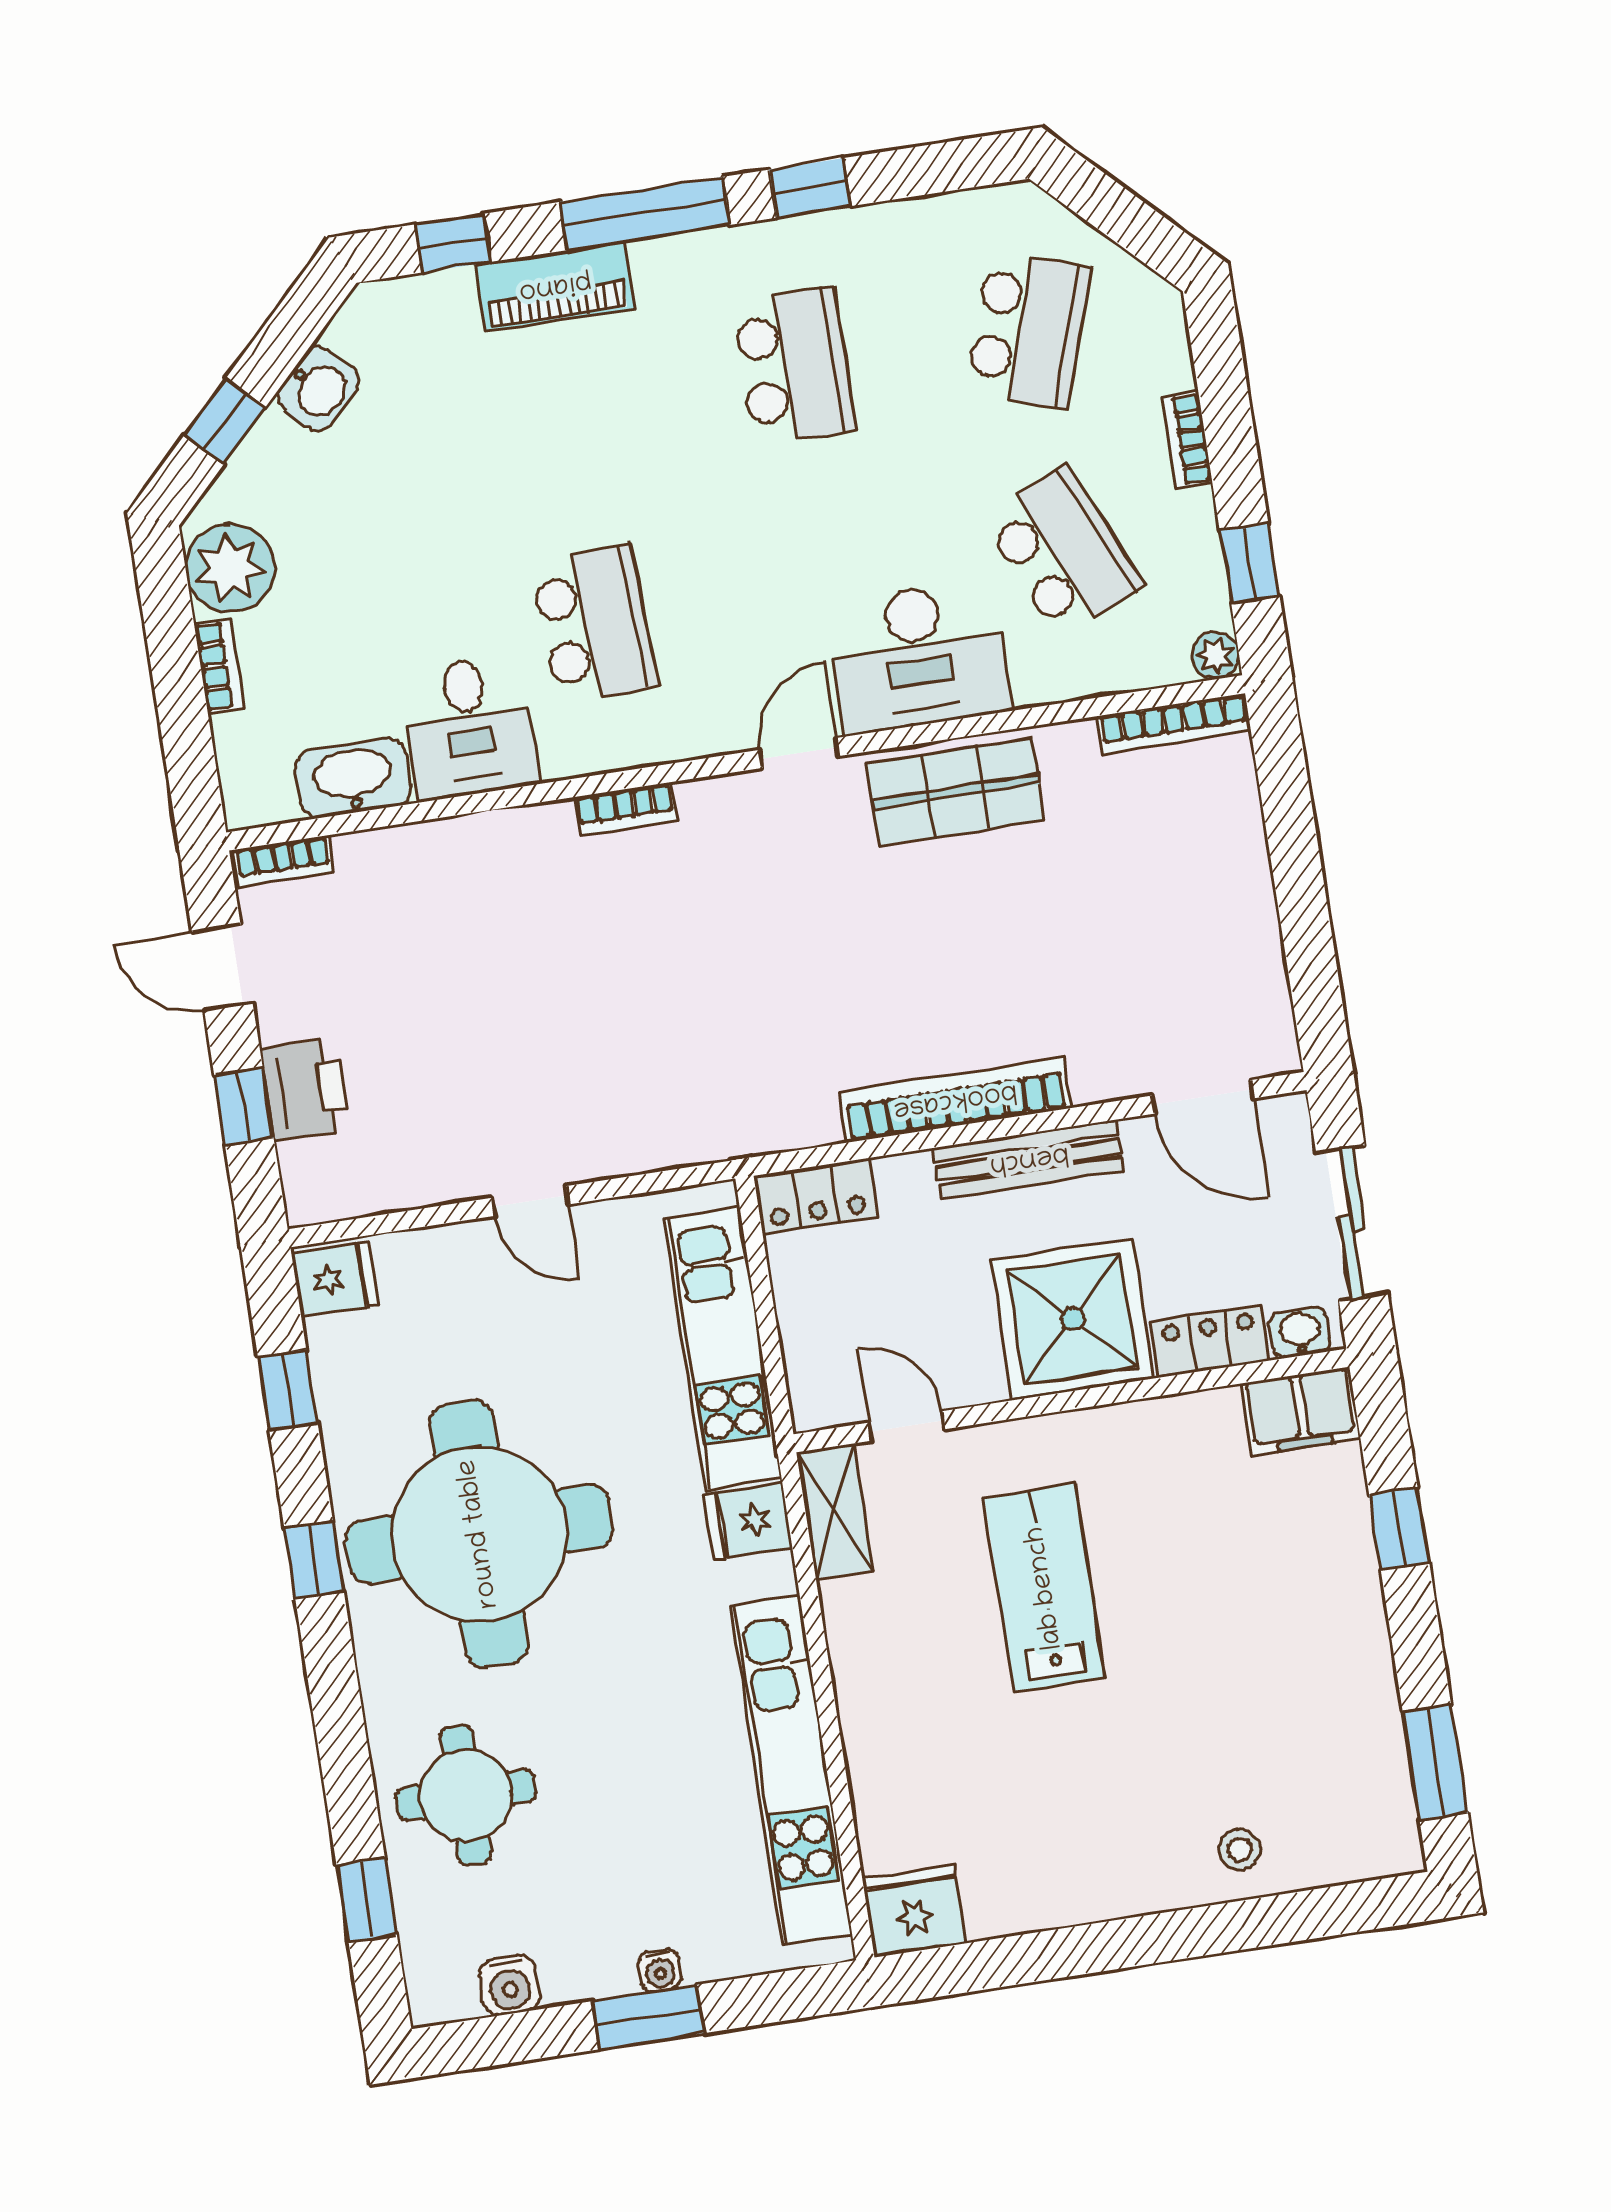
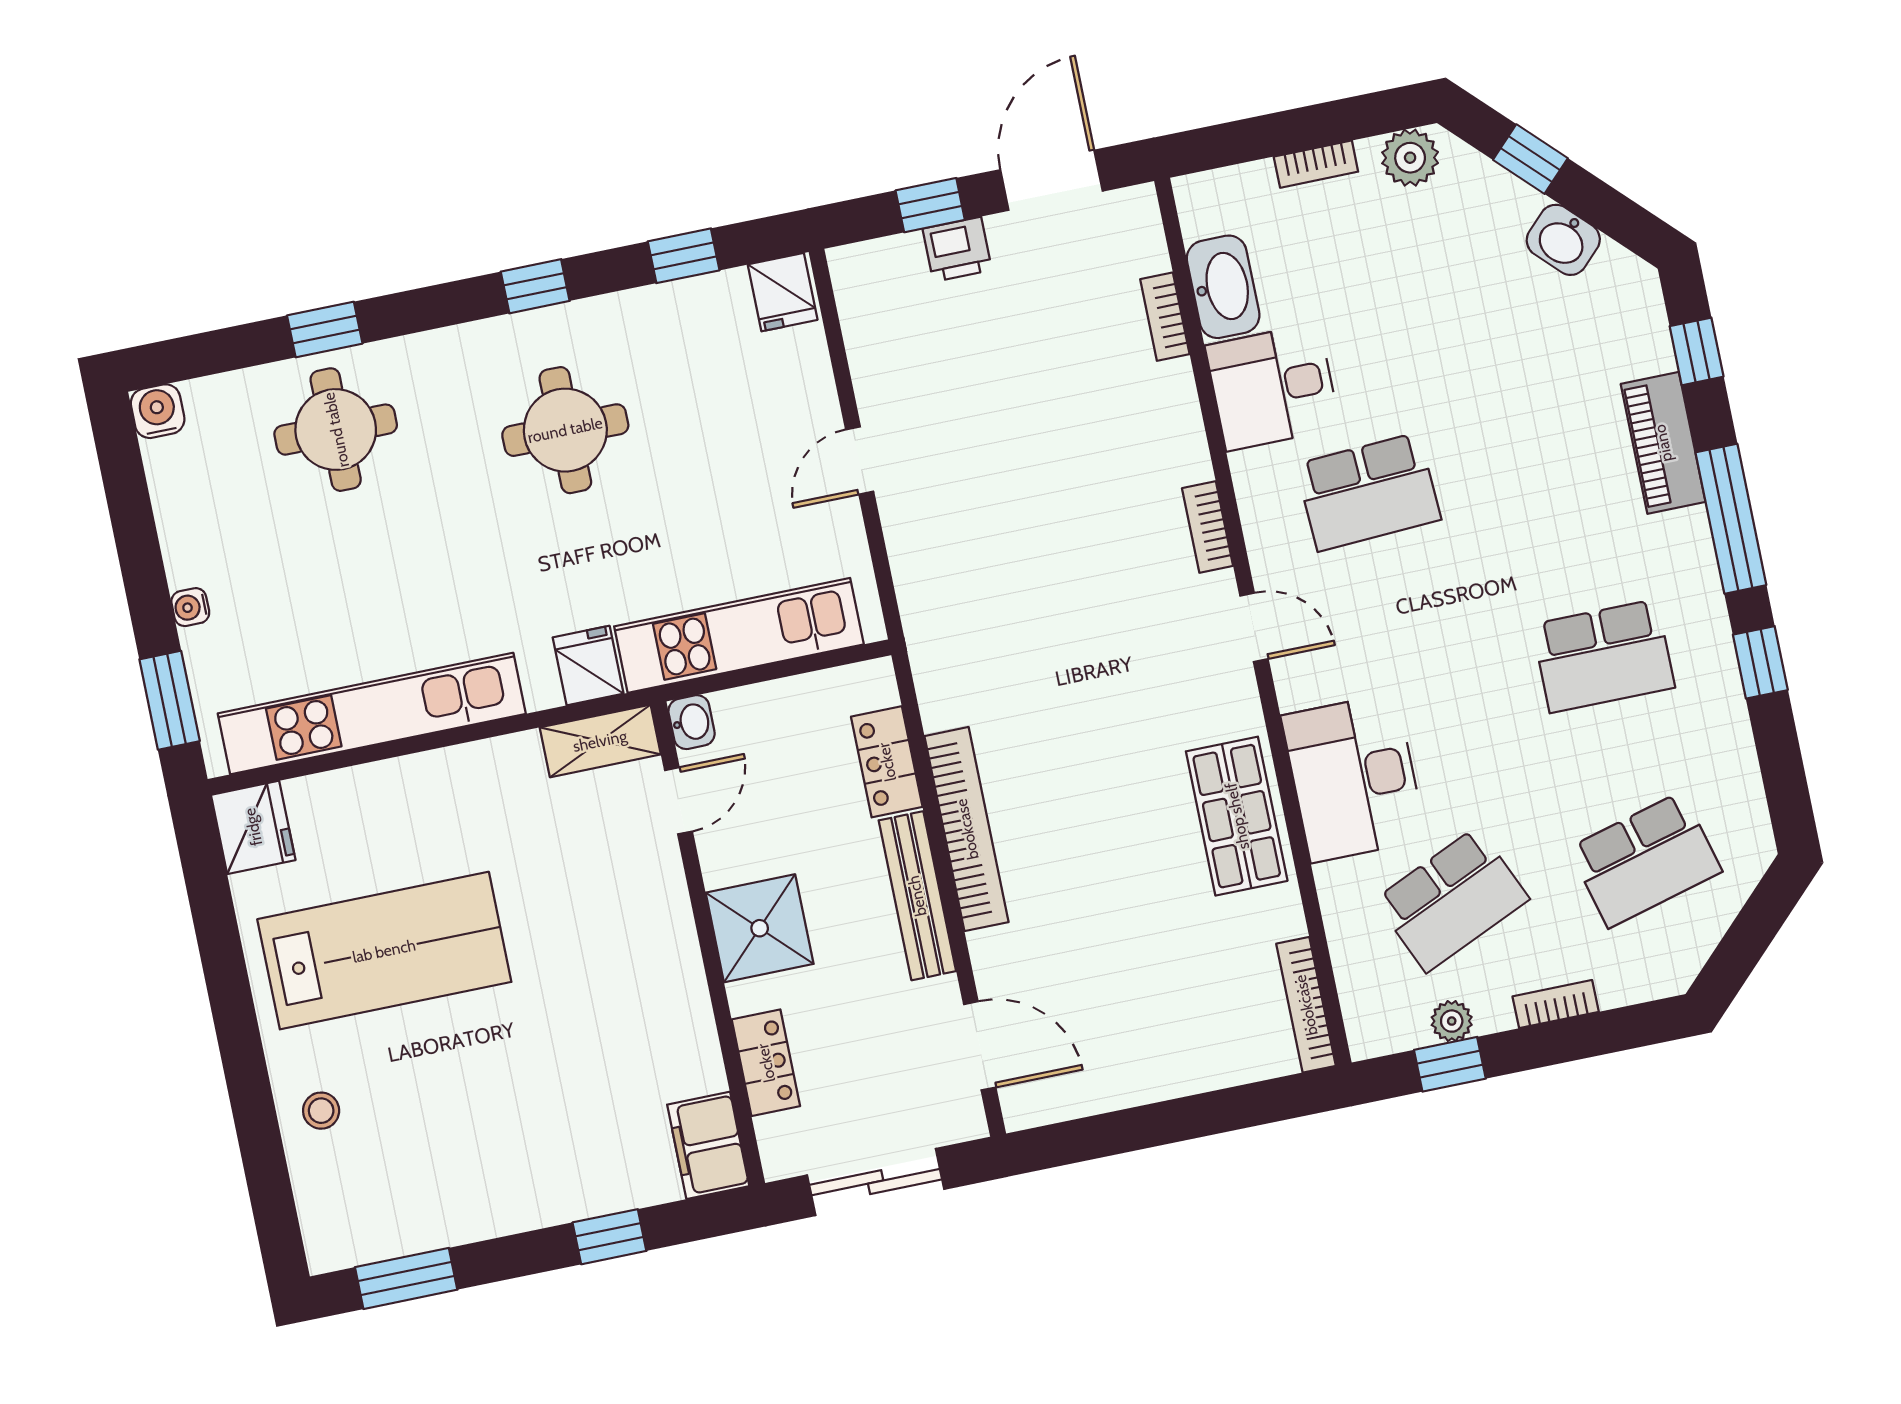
school desk: (1028, 330) -> (1645, 860), turned -33
plant: (230, 568) -> (1410, 158), width x0.73, depth x0.73
plant: (1216, 656) -> (1452, 1021), moved
door: (799, 753) -> (1254, 627), moved
bookcase: (283, 861) -> (1165, 317), moved
door: (222, 967) -> (1051, 180), width x1.38
printer: (305, 1089) -> (957, 249), width x0.73, depth x0.81
door: (1203, 1097) -> (980, 1046), swing flipped
locker: (816, 1196) -> (887, 762), moved
shower: (1073, 1319) -> (760, 928), width x0.73, depth x0.73
washbasin: (1300, 1332) -> (692, 722), moved
round table: (479, 1534) -> (565, 430), width x0.54, depth x0.54
lab bench: (1045, 1588) -> (384, 951), moved, width x1.36, depth x1.39
window: (367, 1900) -> (325, 329), moved
water cooler: (510, 1985) -> (158, 411), moved, turned 90
window: (648, 2017) -> (170, 700), moved

